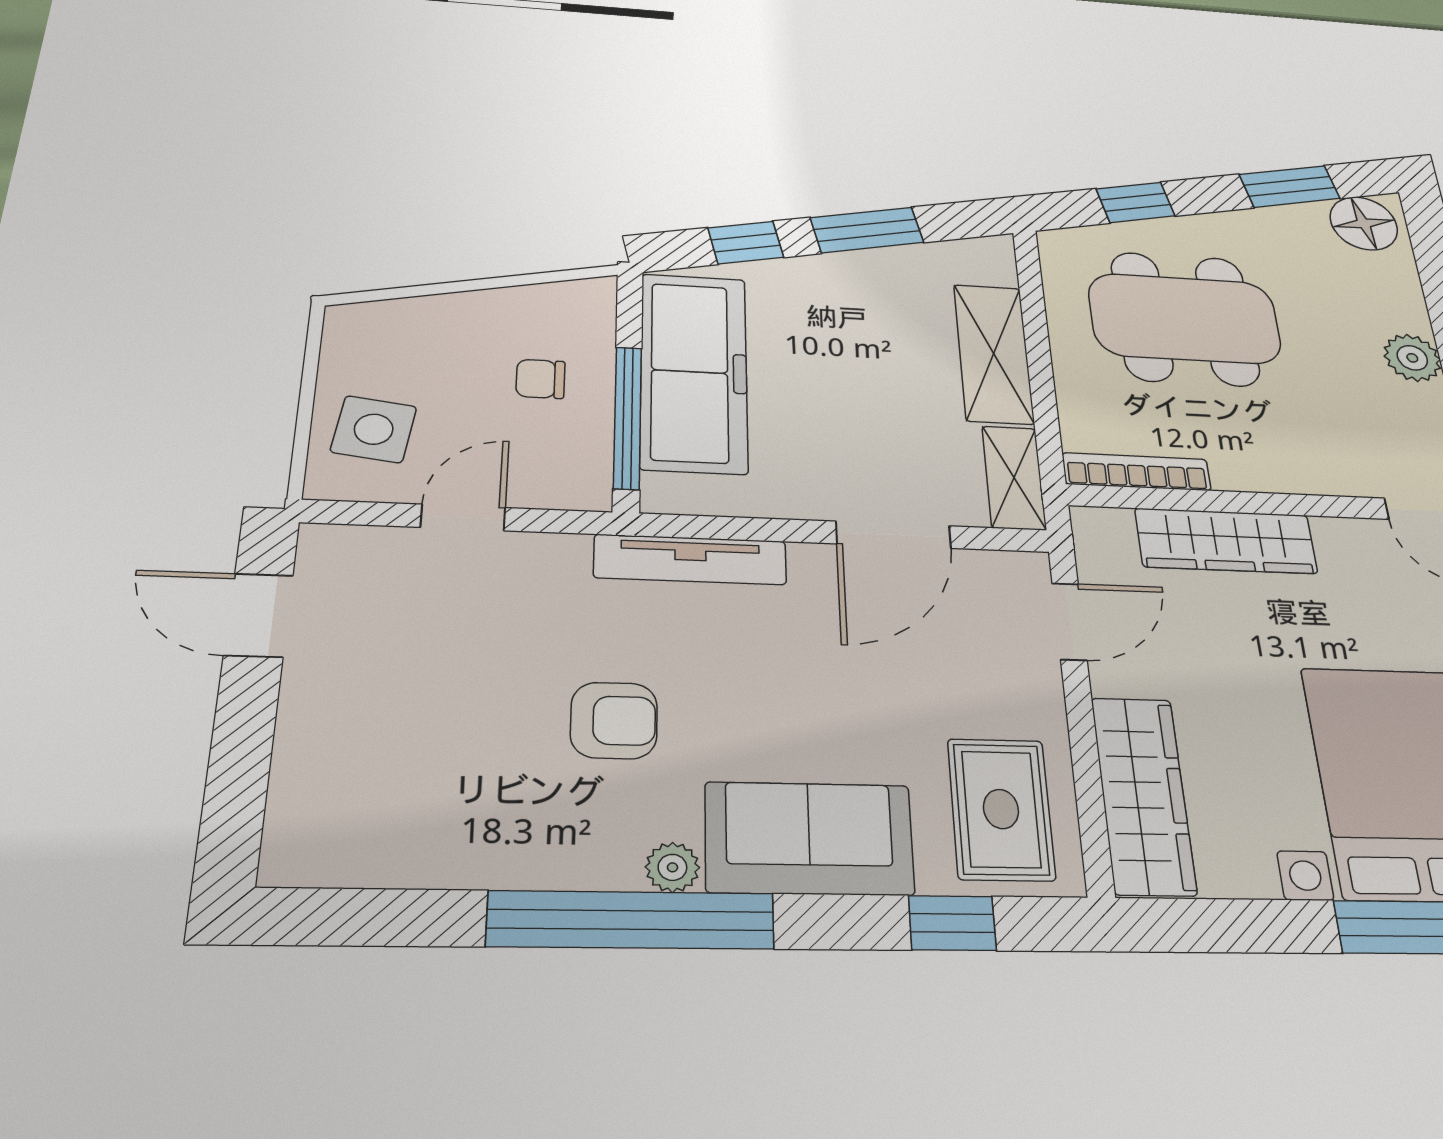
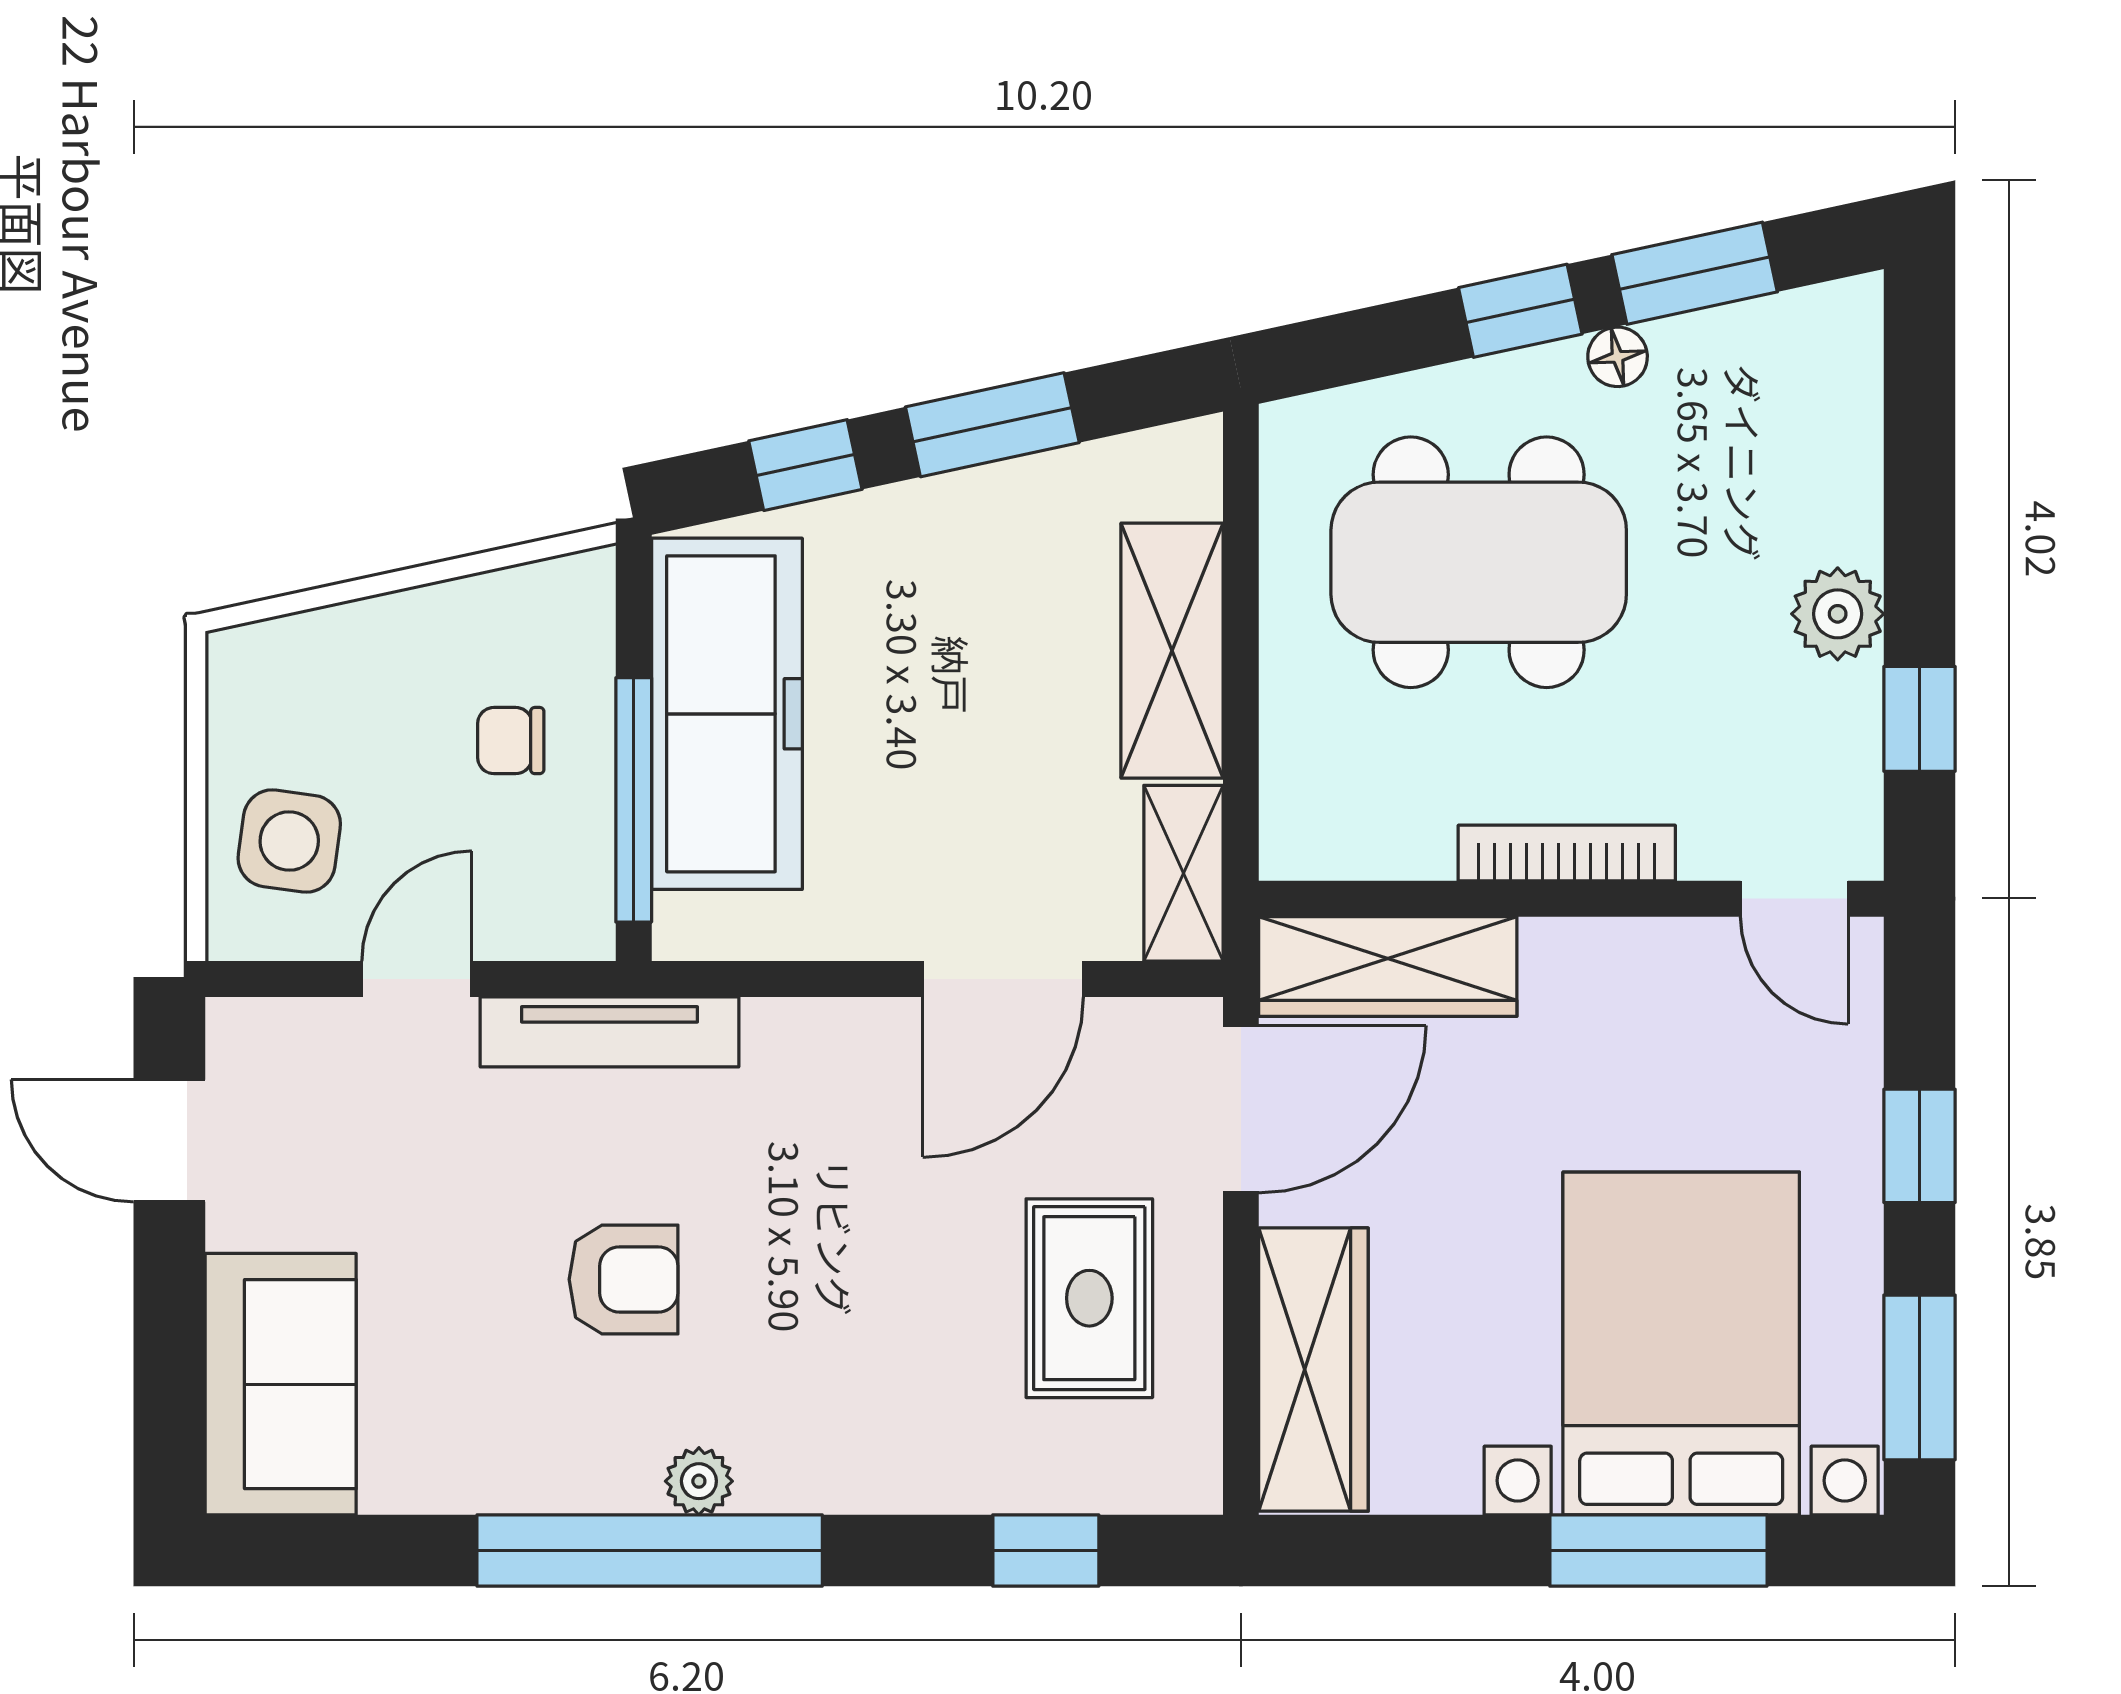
window: (1136, 202) -> (1520, 311), moved
floor lamp: (1364, 223) -> (1618, 357), moved, width x0.53, depth x0.53
bookcase: (1137, 472) -> (1567, 853), moved
wardrobe: (1226, 541) -> (1388, 966), moved
tv unit: (690, 559) -> (610, 1032), moved
door: (1069, 622) -> (1241, 1109), width x1.38
rug: (1001, 809) -> (1089, 1298), moved
sofa: (809, 838) -> (281, 1384), moved, turned 90

